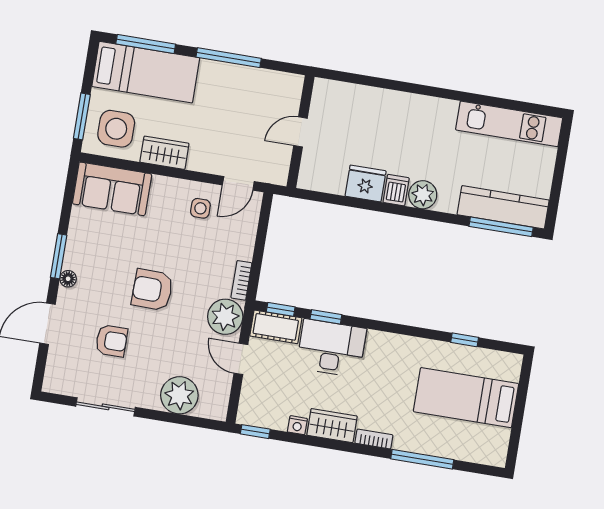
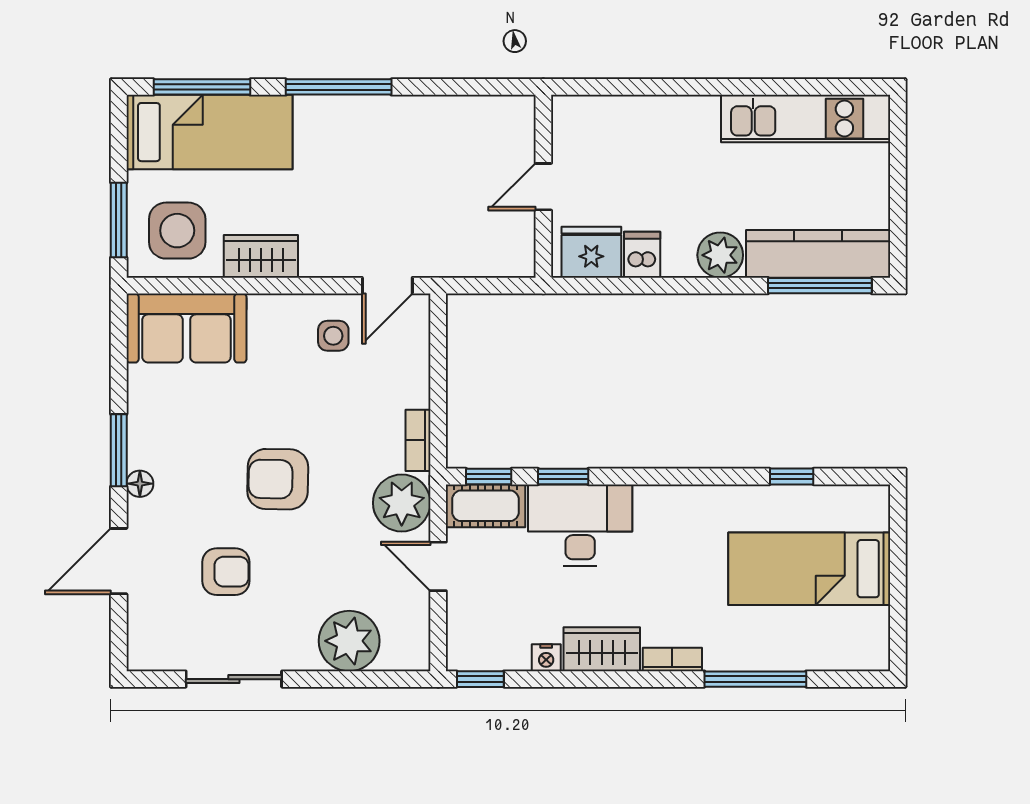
door: (300, 132) -> (543, 187), moved
wall: (300, 132) -> (543, 186), moved
plant: (423, 195) -> (720, 255), moved

